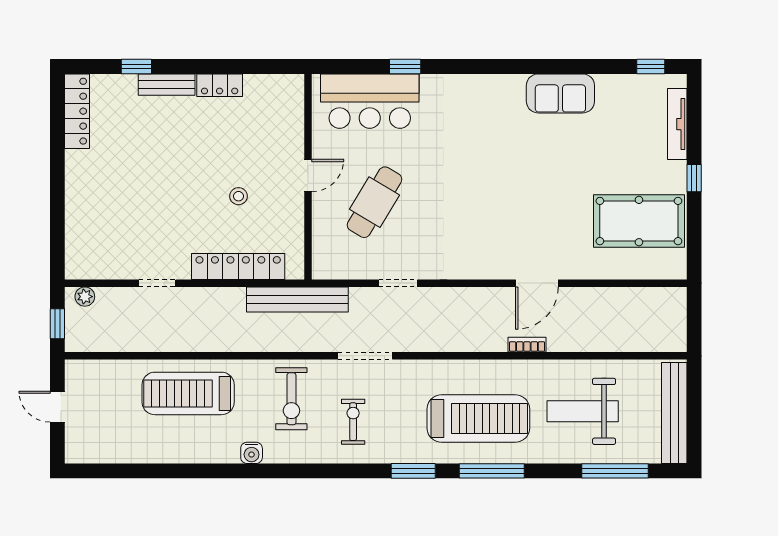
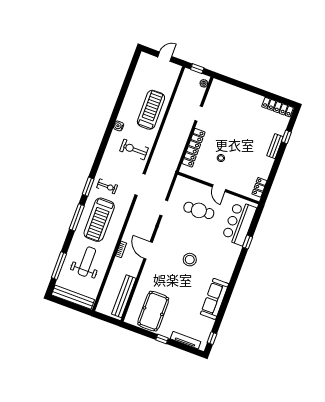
locker: (220, 85) -> (259, 187), moved
sofa: (560, 93) -> (215, 299), width x1.36
stool: (493, 182) -> (190, 260), added
cafe table: (375, 202) -> (199, 210), turned -34
door: (537, 283) -> (148, 250), moved
bench: (297, 299) -> (124, 296), moved
exercise bike: (353, 422) -> (107, 186), moved

